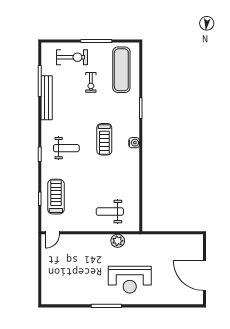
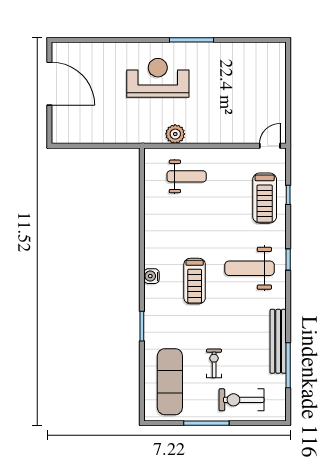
treadmill: (104, 139) -> (195, 281), turned 180
weight bench: (66, 148) -> (250, 268), width x1.36, depth x1.33

